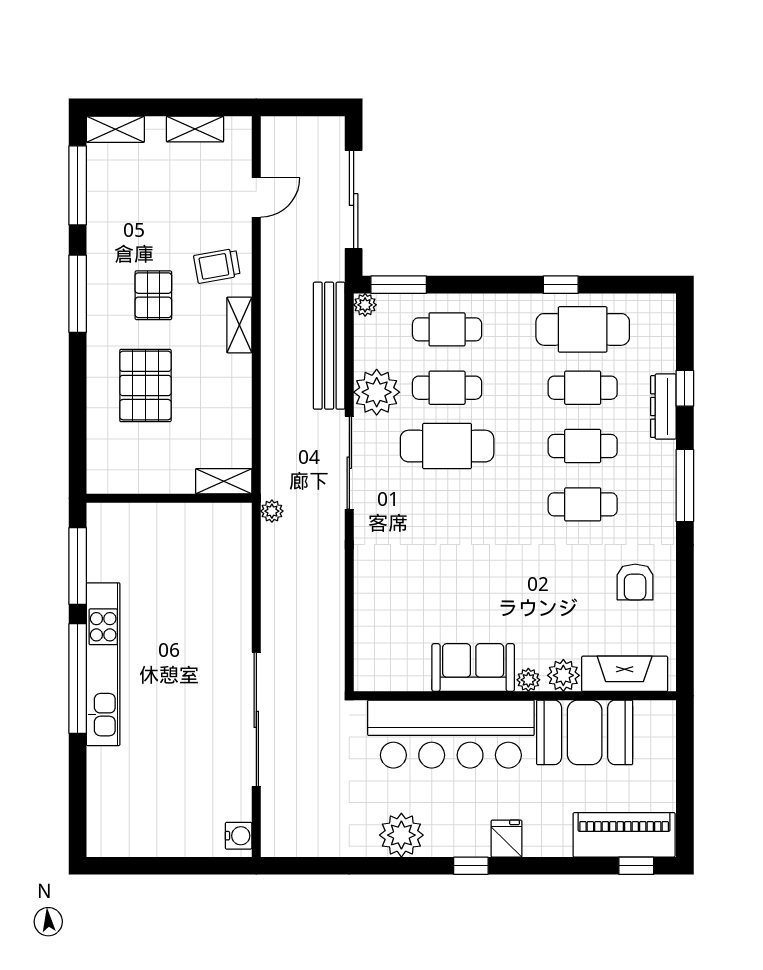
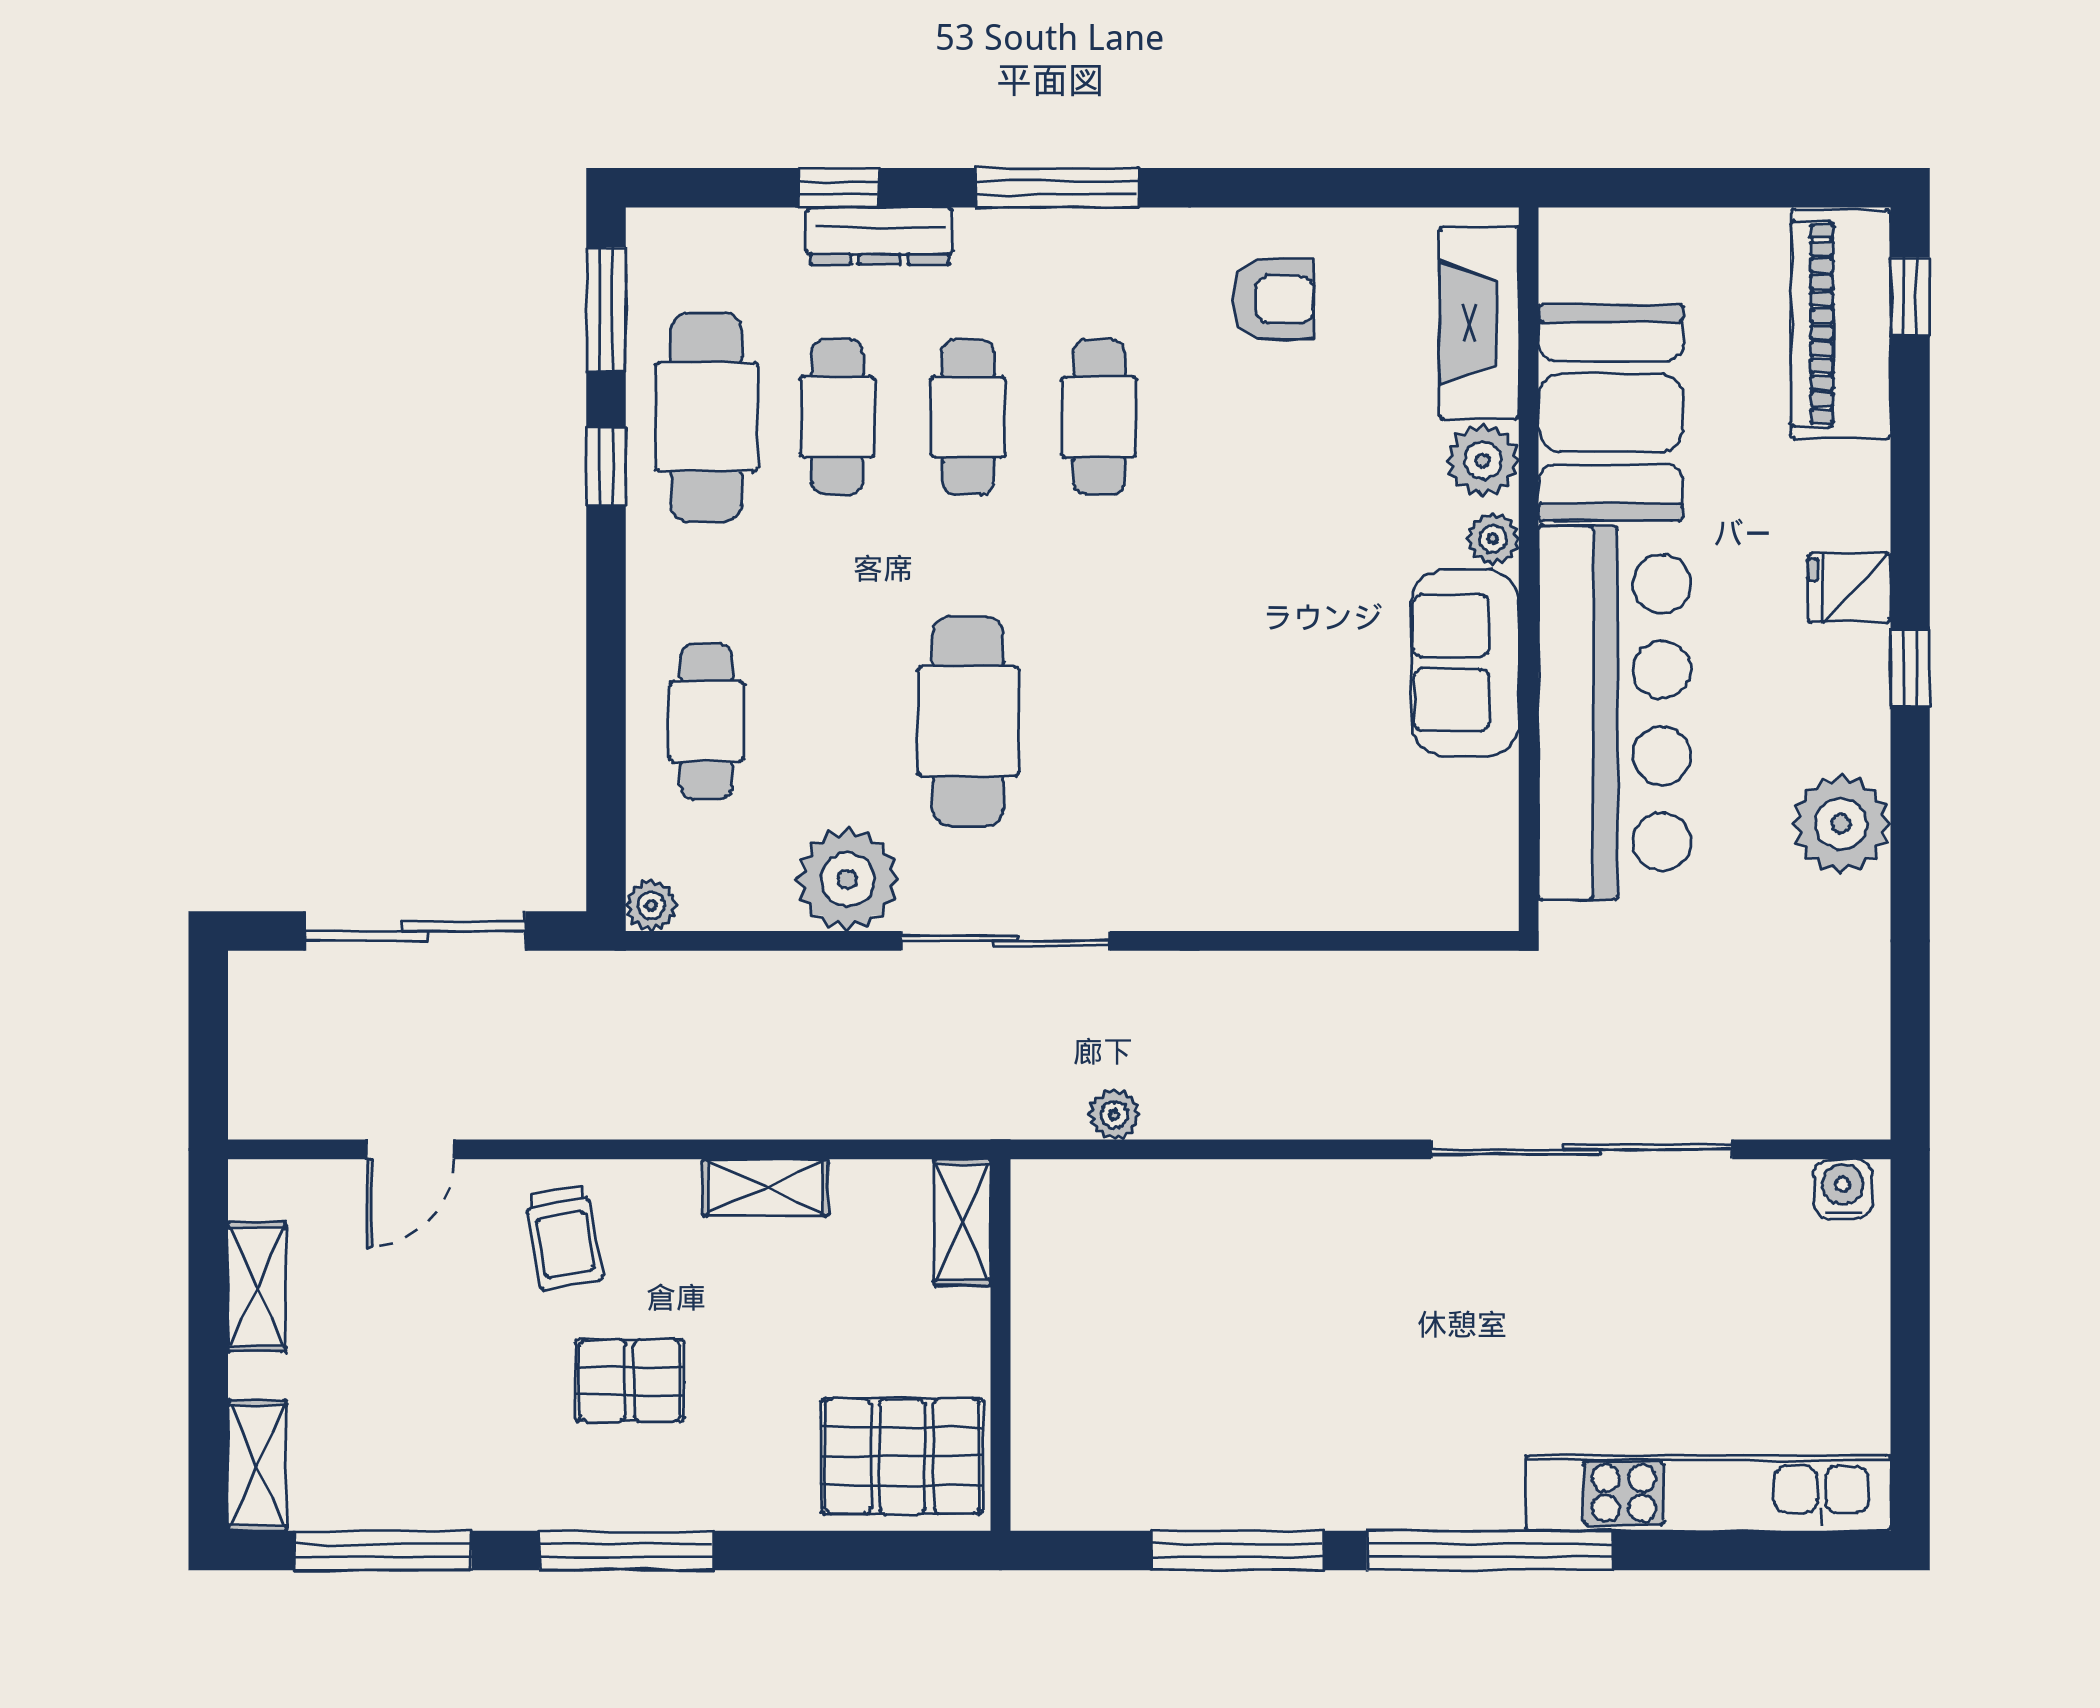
door: (256, 198) -> (410, 1149), swing flipped
window: (399, 285) -> (606, 309), moved
shelving: (239, 325) -> (766, 1187), moved
bench: (329, 346) -> (743, 986), removed
pallet: (145, 385) -> (902, 1456), moved
cafe table: (447, 388) -> (837, 721), removed
shelving: (224, 481) -> (962, 1222), moved
wall: (169, 498) -> (1001, 1345), moved
kitchen unit: (103, 664) -> (1708, 1493), moved

